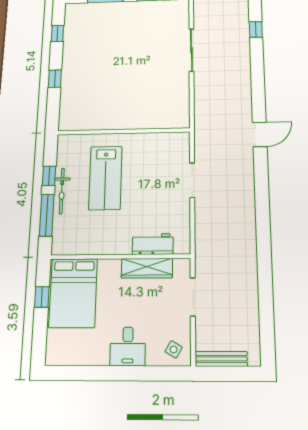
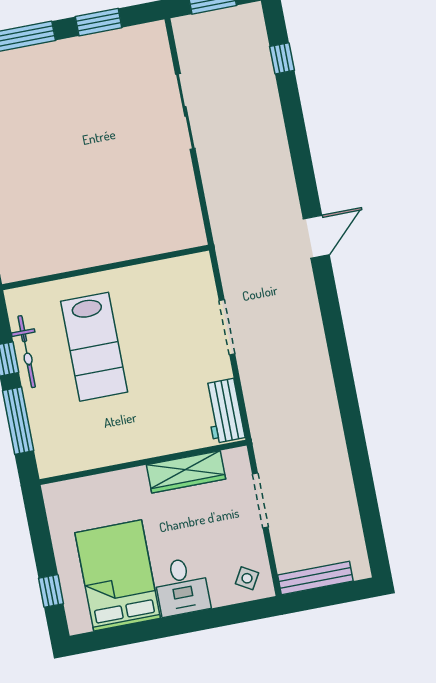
bicycle: (62, 191) -> (27, 352), moved
workbench: (153, 244) -> (224, 411), moved, turned -90
bed: (73, 293) -> (118, 575), moved, turned 180
window: (42, 297) -> (51, 591), moved

